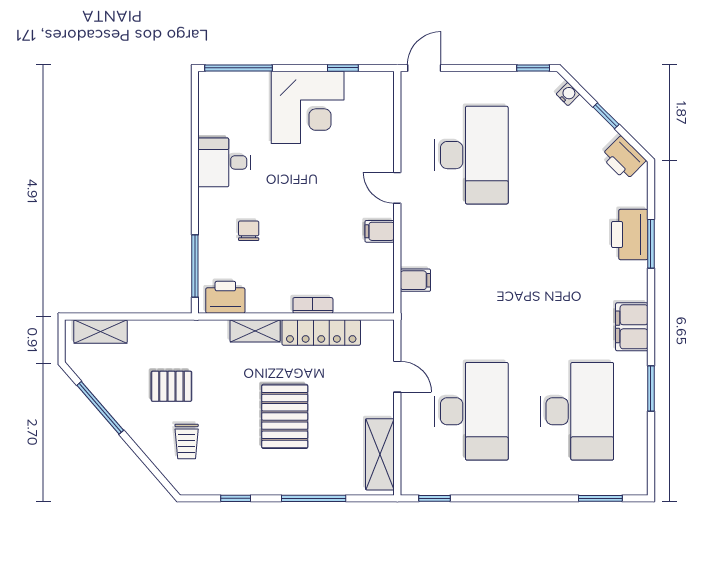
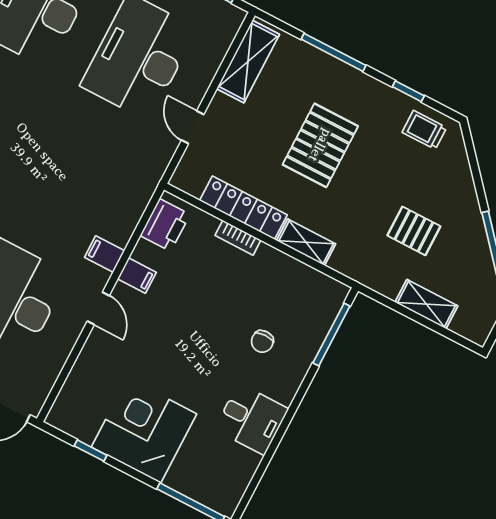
filing cabinet: (415, 280) -> (105, 254), moved
printer: (225, 297) -> (165, 225), moved, turned -90
shelving: (100, 331) -> (426, 304), moved
trolley: (187, 441) -> (424, 130), moved, turned -90

